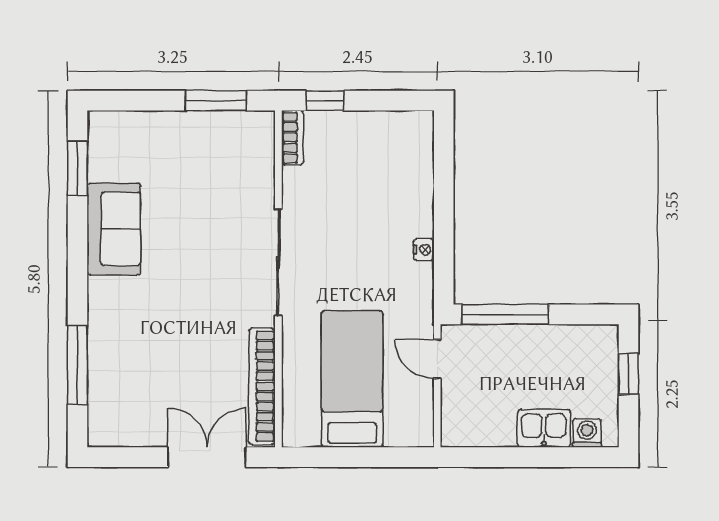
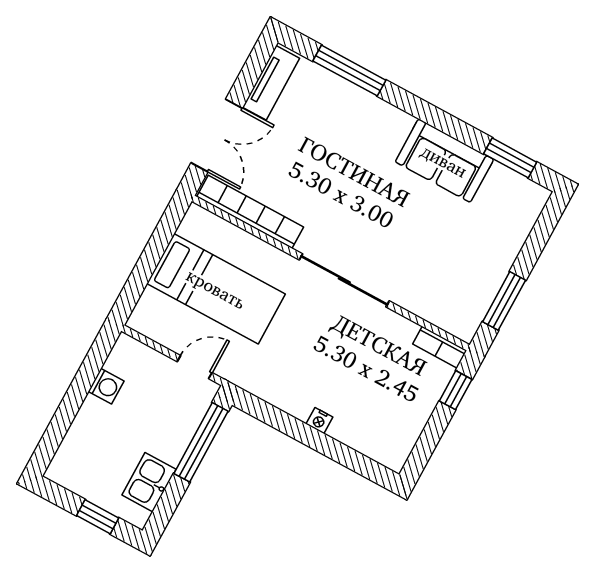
nightstand: (424, 250) -> (319, 421), moved
kitchen sink: (544, 428) -> (149, 482), moved, turned 180
tv unit: (129, 433) -> (271, 83), added
washing machine: (587, 433) -> (106, 386), moved

